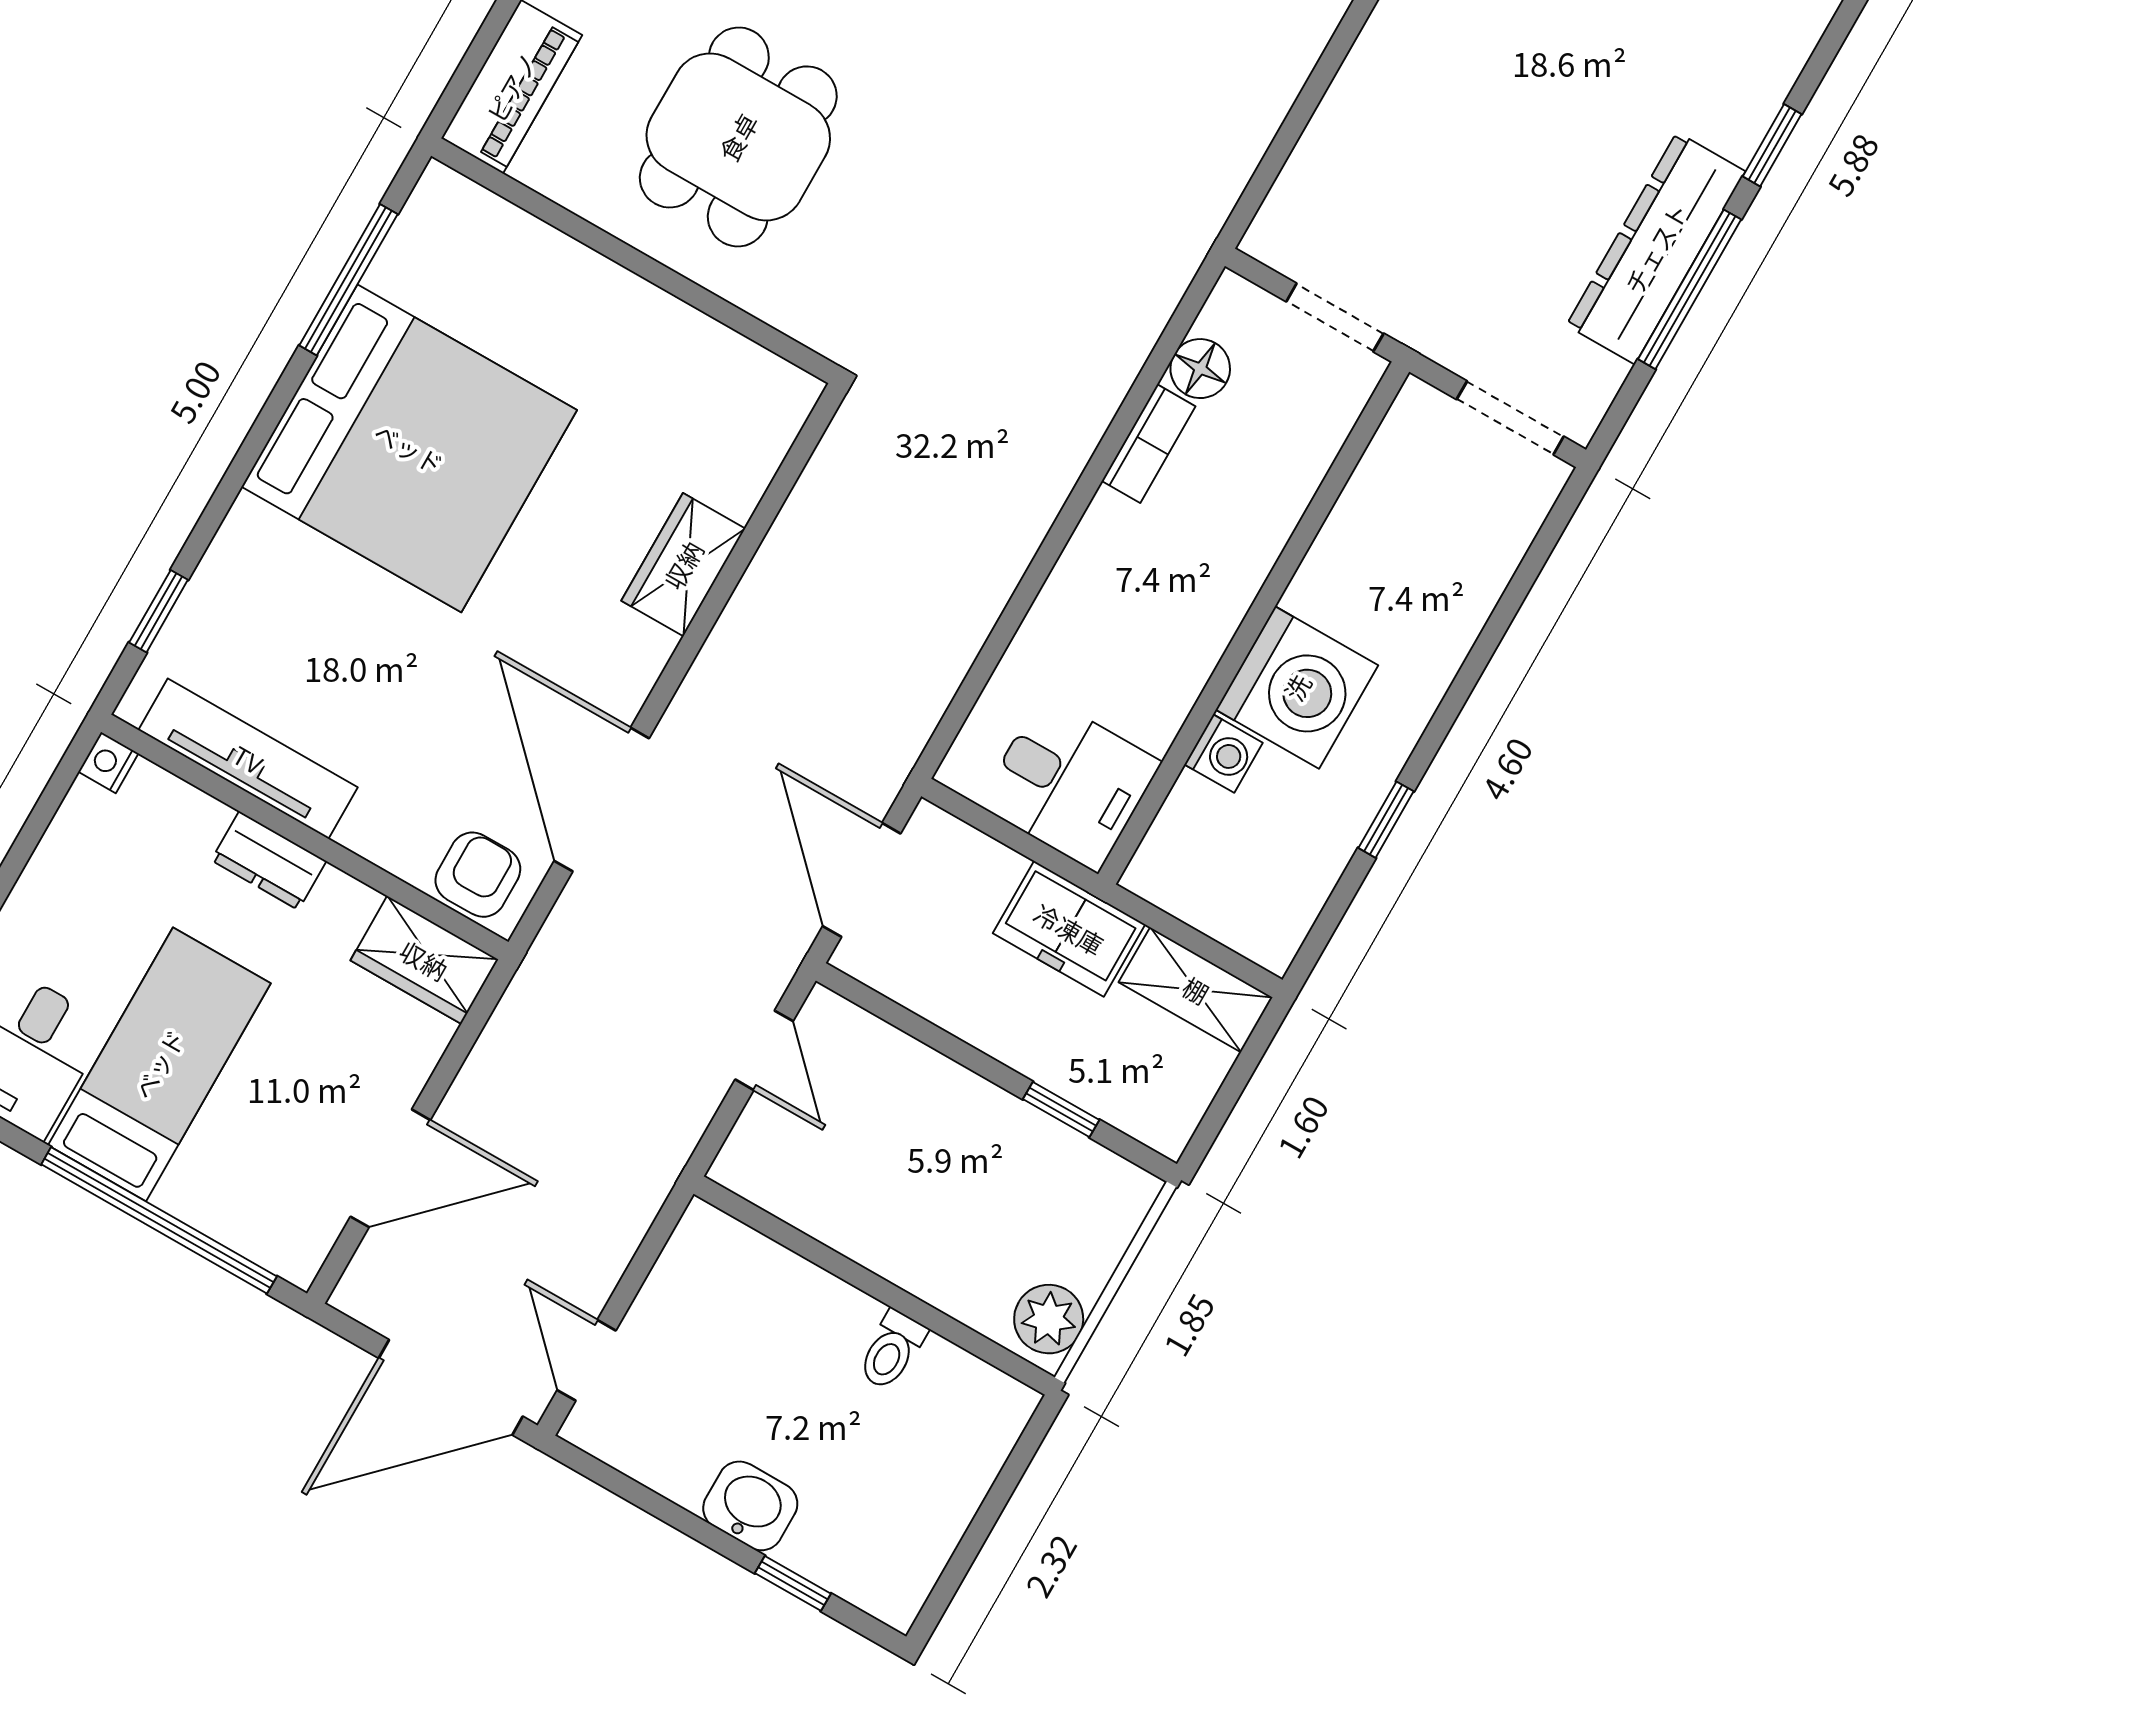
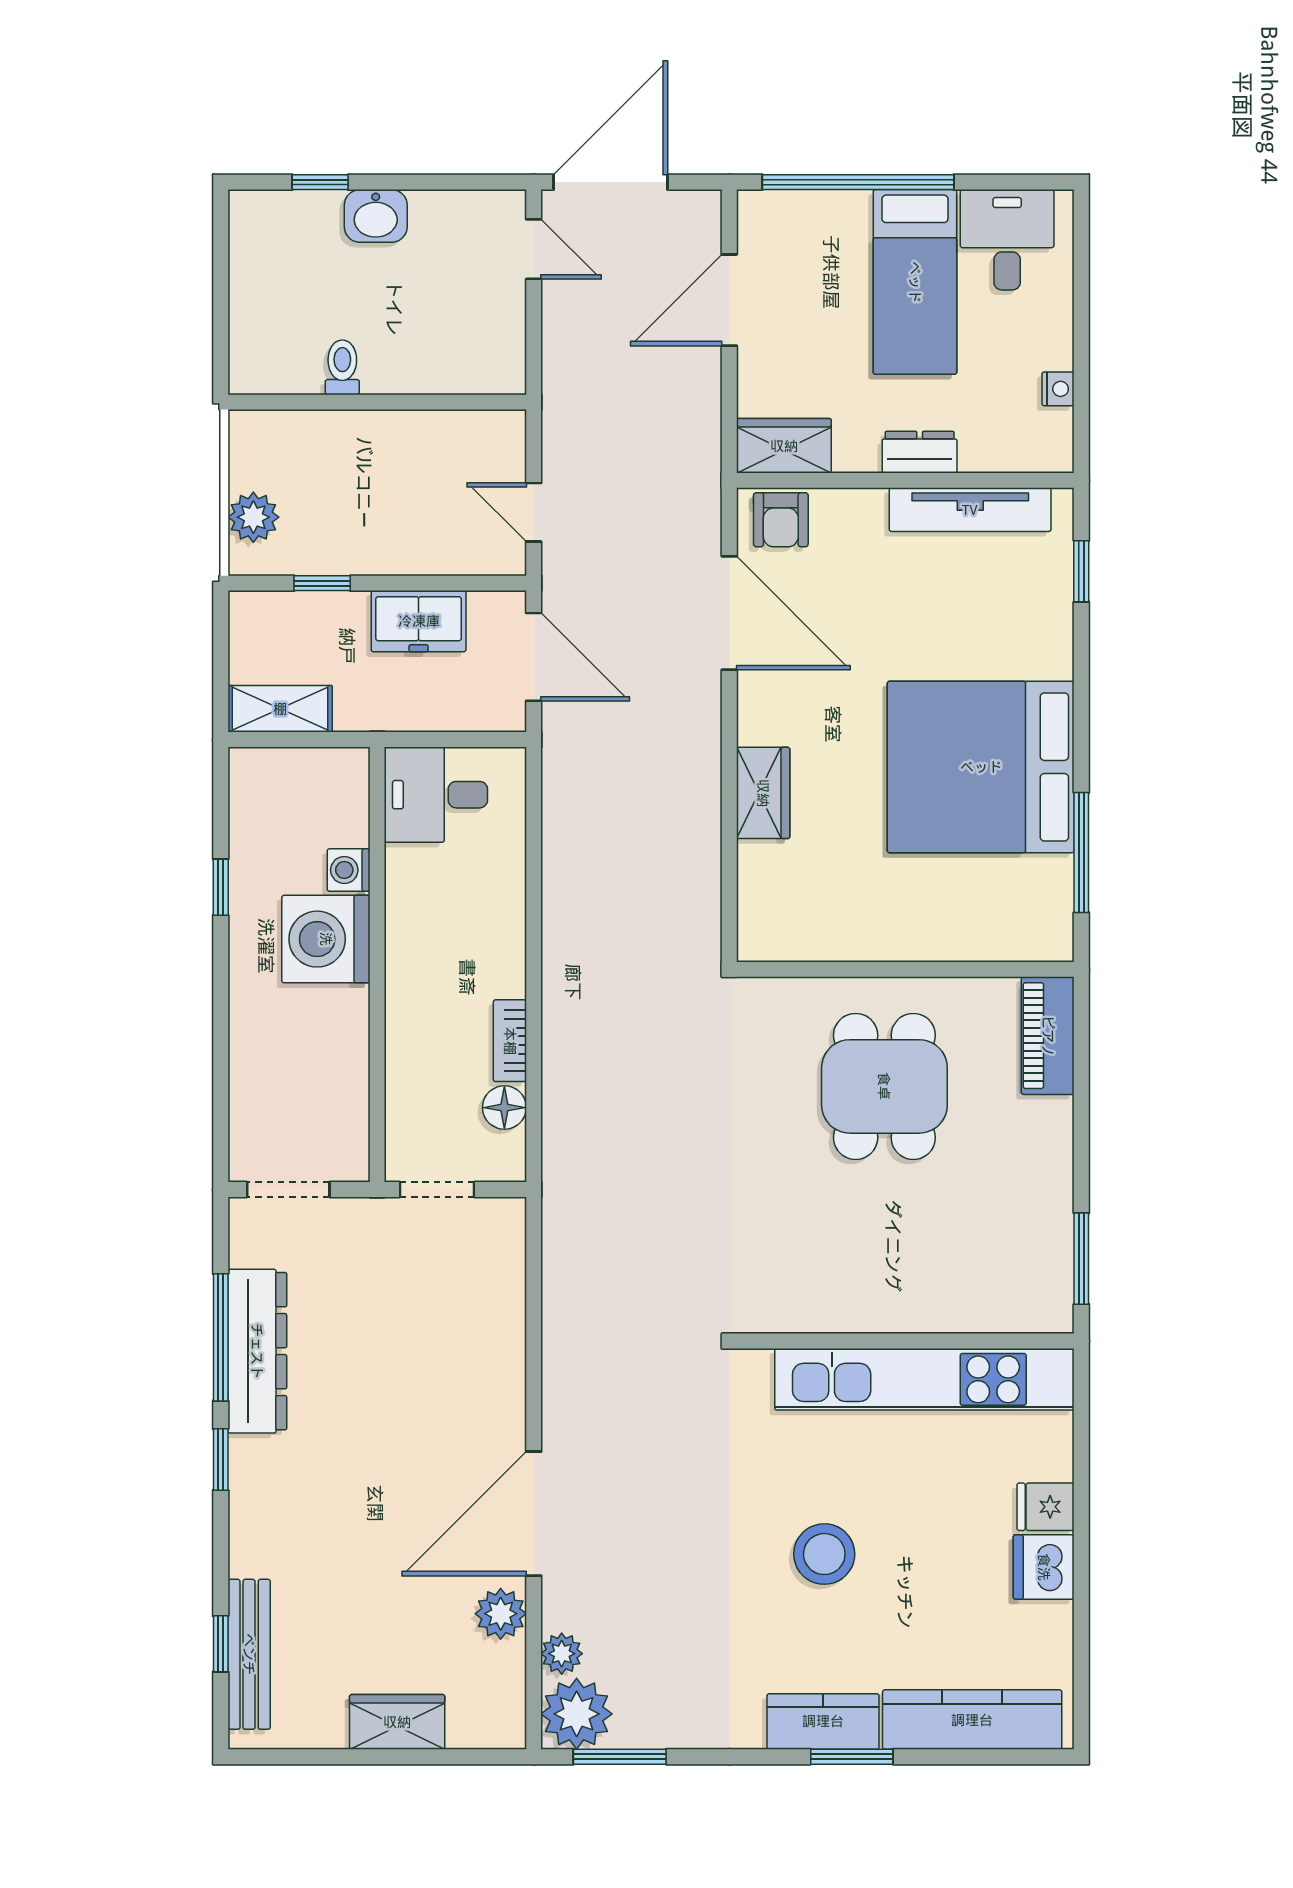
nightstand: (108, 763) -> (1058, 389), moved
freezer: (1069, 929) -> (419, 621), moved, turned 180
plant: (1049, 1319) -> (253, 517), moved

